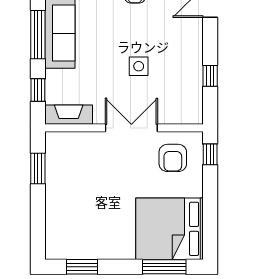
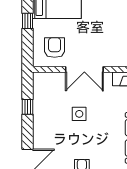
window: (210, 154) -> (28, 21), moved

